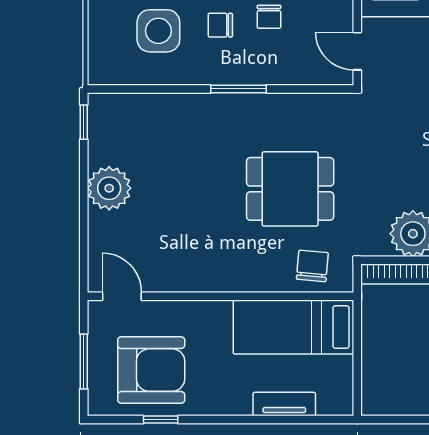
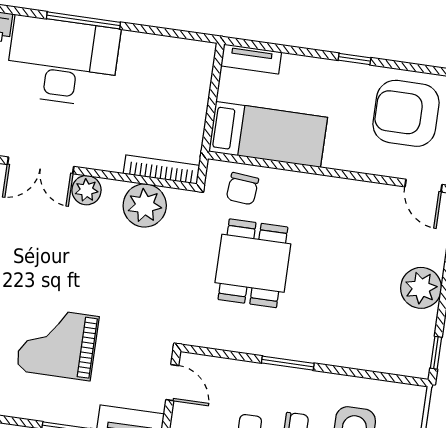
dining table: (290, 189) -> (253, 263), turned 90
tv unit: (284, 404) -> (251, 59), moved
window: (161, 420) -> (354, 59), moved

